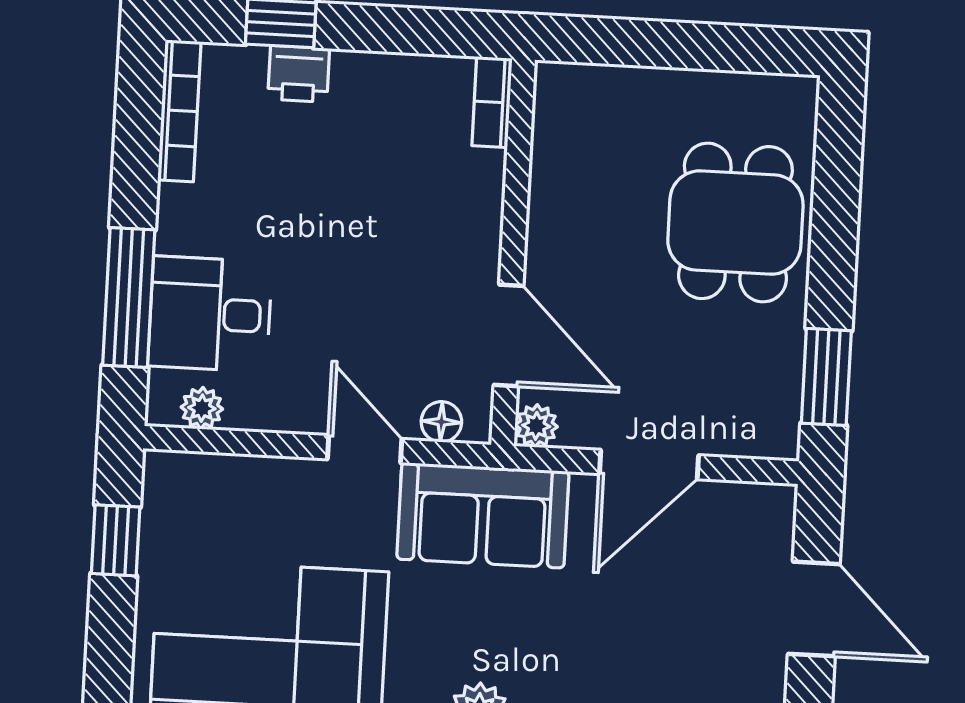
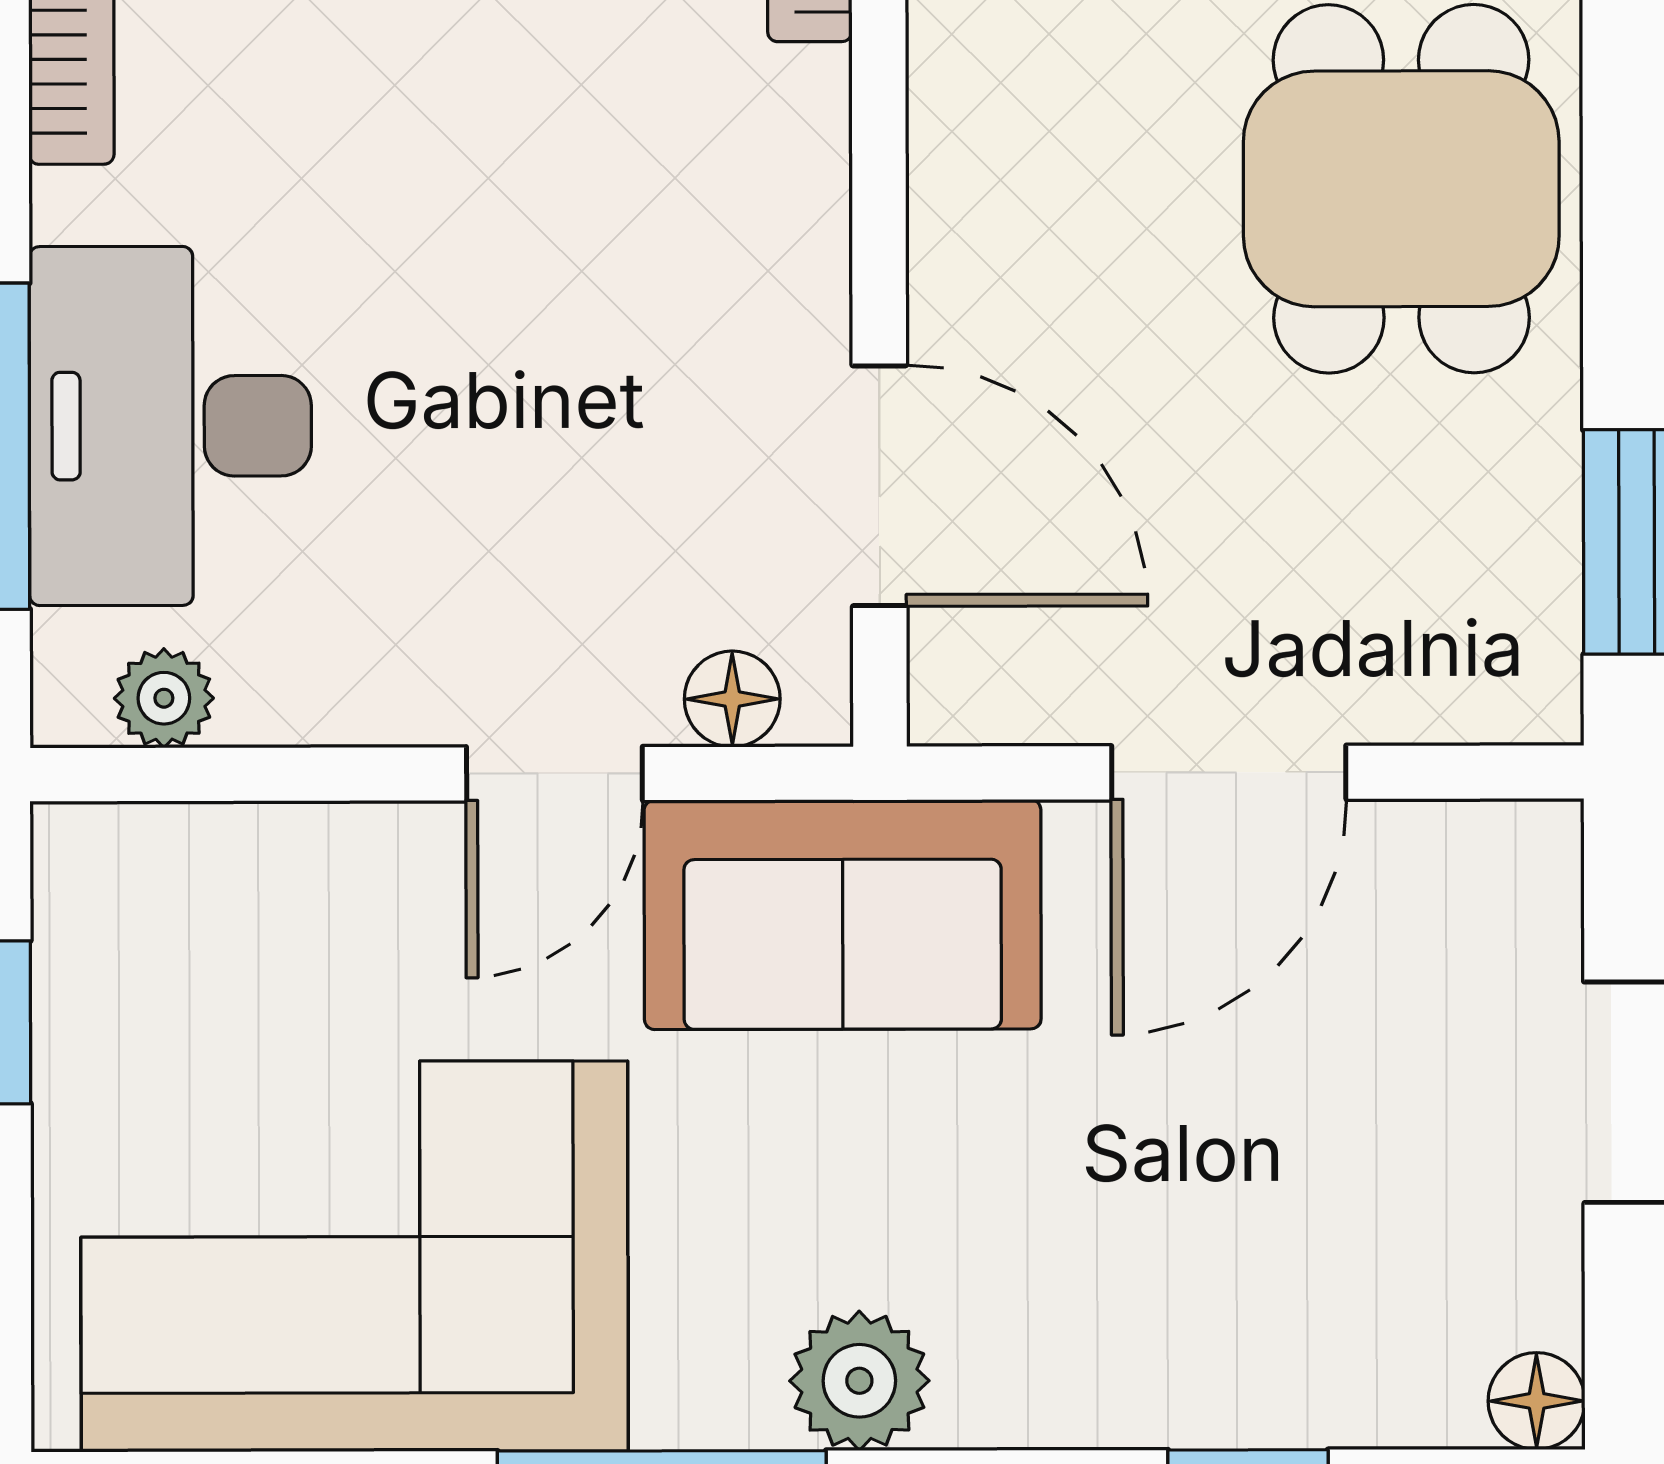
desk: (210, 314) -> (170, 426), width x1.37
plant: (536, 426) -> (957, 696), removed
door: (365, 449) -> (554, 774), swing flipped

